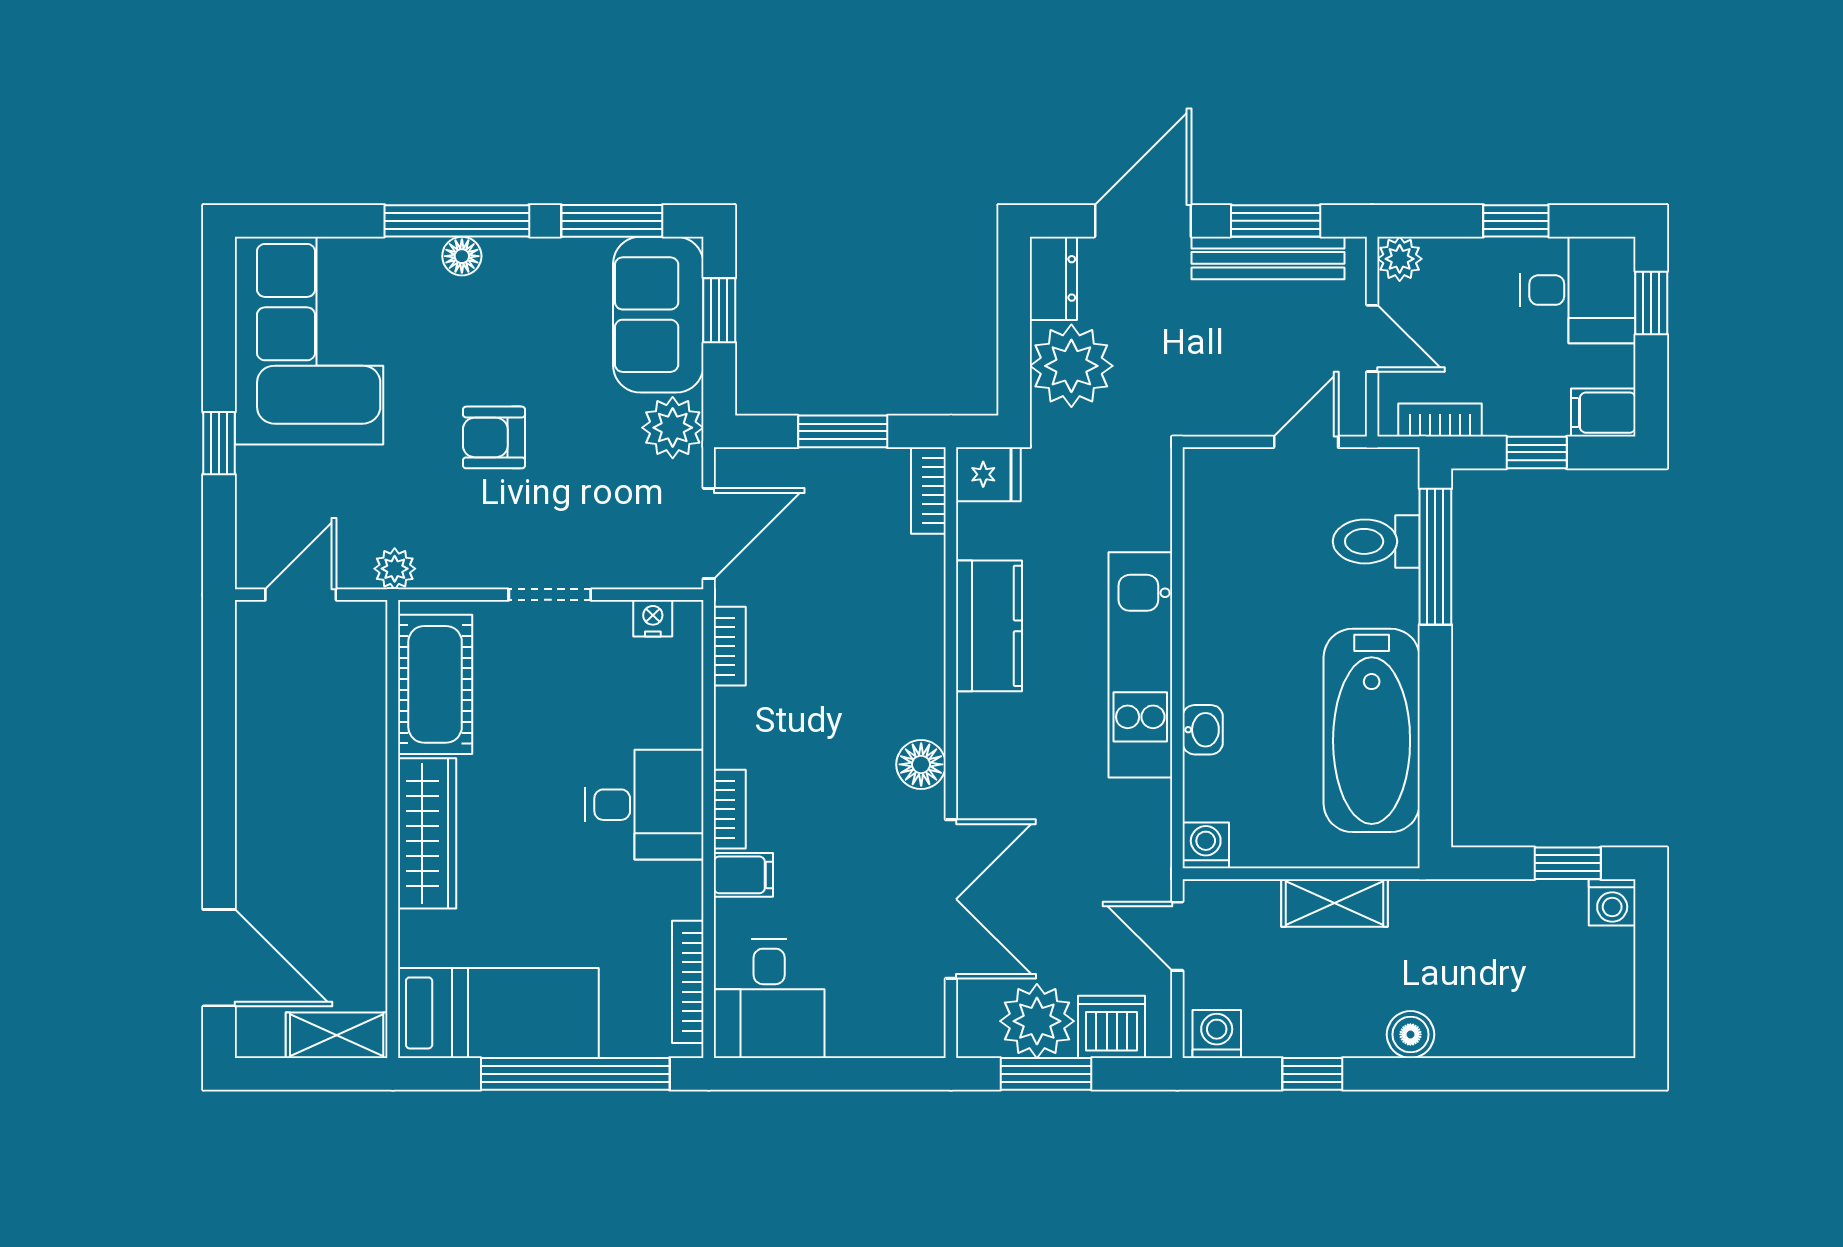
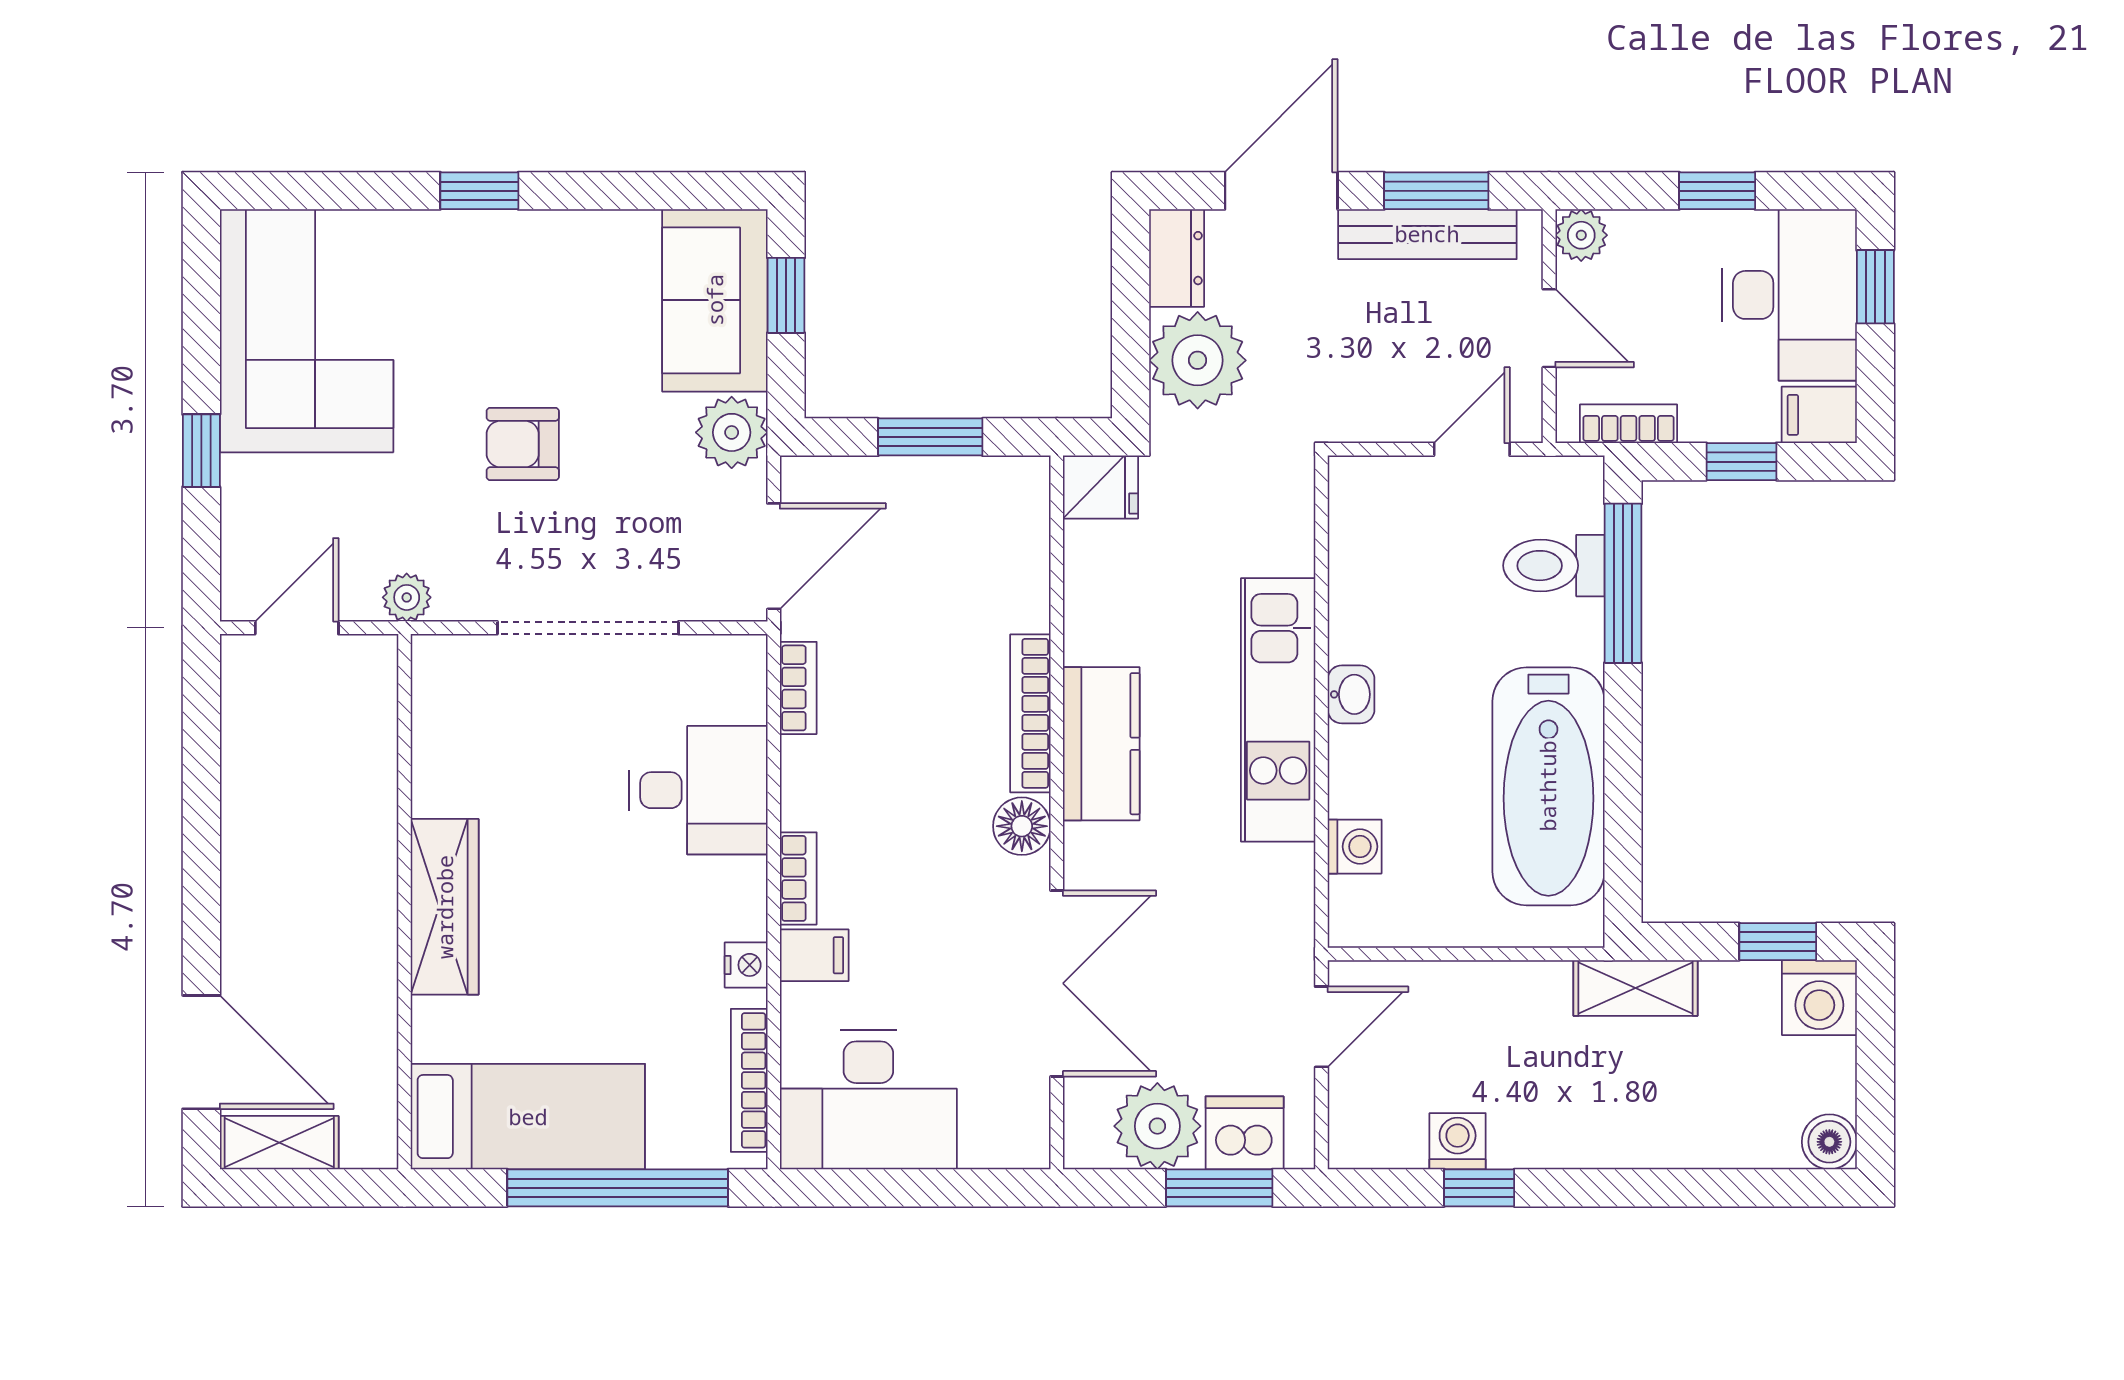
window: (457, 221) -> (479, 191), width x0.46
window: (612, 221) -> (660, 191), removed
floor lamp: (462, 256) -> (485, 232), removed
desk: (1578, 290) -> (1790, 295), width x1.37
bookcase: (928, 491) -> (1030, 713), moved, width x1.56
doorway: (550, 595) -> (588, 628), width x1.88
nightstand: (653, 618) -> (746, 965), moved, turned 90
kitchen counter: (989, 626) -> (1101, 744), moved
cot: (435, 684) -> (454, 733), removed
washbasin: (1203, 730) -> (1351, 694), moved
desk: (644, 805) -> (698, 790), moved
washing machine: (1206, 845) -> (1355, 847), moved, turned 90
washing machine: (1612, 902) -> (1819, 998), width x1.38, depth x1.38
shelving: (1334, 903) -> (1636, 988), moved
door: (1177, 936) -> (1321, 1027), swing flipped
desk: (769, 999) -> (868, 1100), width x1.37
washing machine: (1217, 1034) -> (1458, 1141), moved
boiler: (1410, 1034) -> (1829, 1142), moved
shelving: (337, 1035) -> (279, 1143), moved
window: (1046, 1074) -> (1219, 1188), moved

